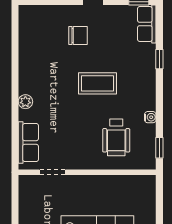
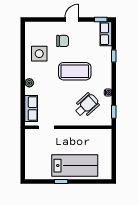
side table: (41, 55) -> (39, 54), added
coffee table: (97, 83) -> (75, 71), width x1.36, depth x1.32
wheelchair: (116, 137) -> (87, 105), turned -132

